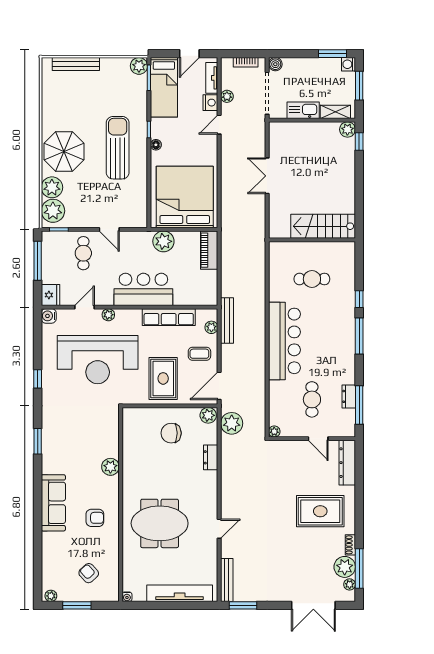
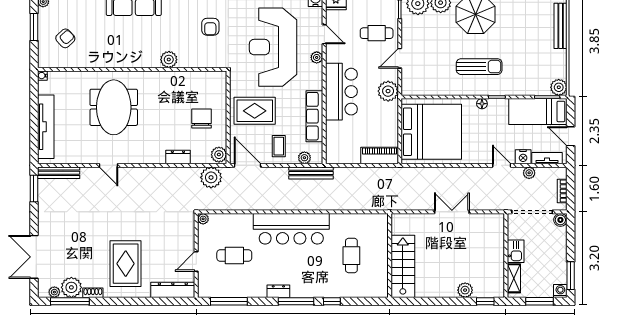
kitchen sink: (303, 110) -> (516, 251), width x0.73
plant: (347, 129) -> (465, 290), moved
sun lounger: (118, 148) -> (479, 67), width x0.73, depth x0.75
plant: (163, 241) -> (388, 91), moved
dresser: (349, 396) -> (278, 291), moved
armchair: (95, 518) -> (210, 27), moved

